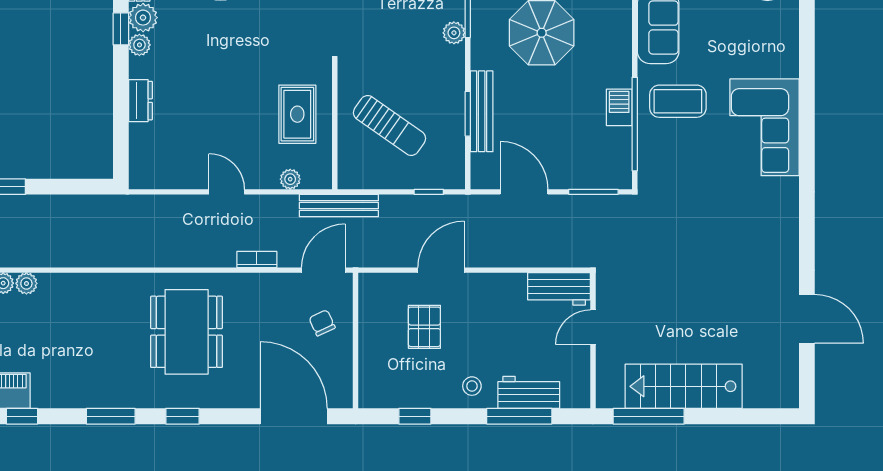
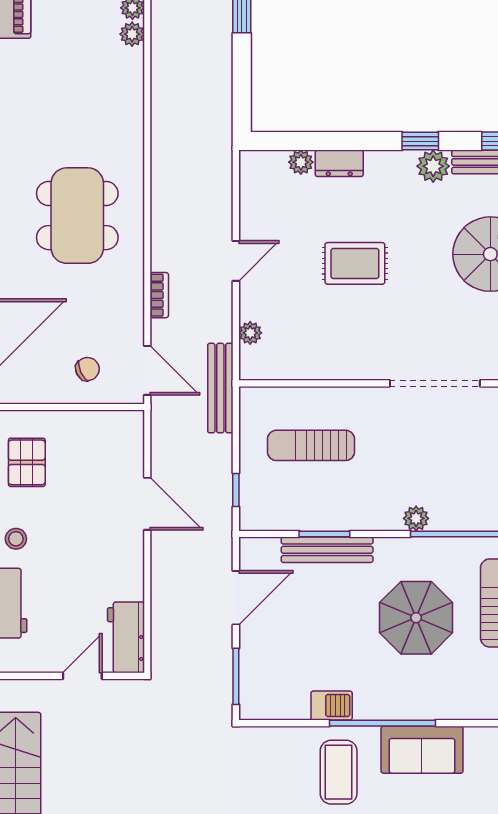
plant: (139, 45) -> (301, 162), moved
rug: (297, 114) -> (355, 263), moved
window: (635, 124) -> (383, 723), moved
sun lounger: (389, 126) -> (311, 445), turned 55
pallet: (424, 327) -> (27, 462), moved, turned 90
door: (593, 327) -> (82, 676), hinge flipped
dining table: (187, 332) -> (77, 216), turned 90

